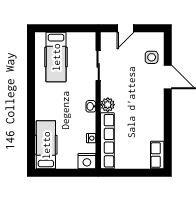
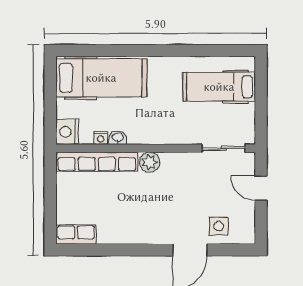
sliding door: (98, 65) -> (224, 148), moved
washbasin: (91, 106) -> (118, 138), moved
hospital bed: (46, 145) -> (101, 78), width x1.37, depth x1.29

